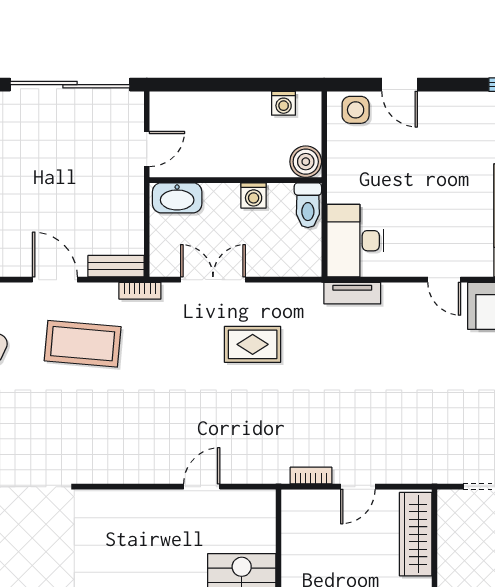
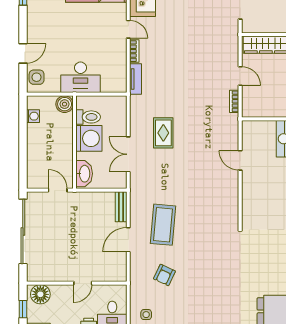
washing machine: (254, 195) -> (89, 138), width x1.89, depth x1.89
toilet: (308, 205) -> (88, 117), moved
desk: (355, 241) -> (81, 77), moved
door: (444, 280) -> (128, 29), hinge flipped
bookcase: (140, 291) -> (134, 51), moved

